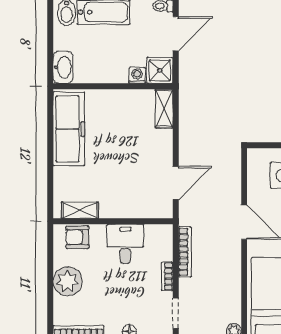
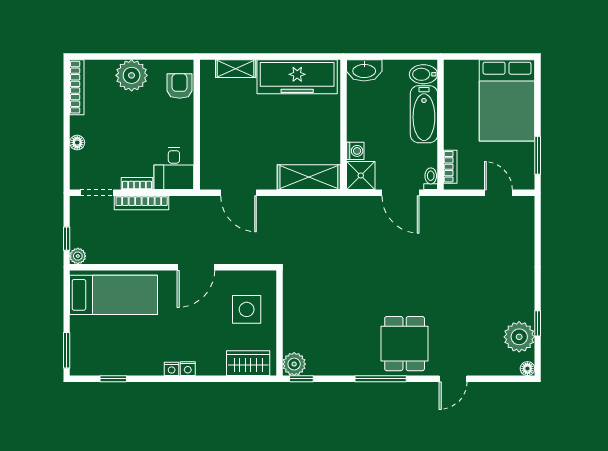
shelving: (164, 108) -> (309, 177), width x1.50, depth x1.33
shelving: (80, 210) -> (236, 69), moved, turned 90
desk: (125, 244) -> (174, 168), moved, turned 90
bookcase: (185, 252) -> (142, 203), moved

